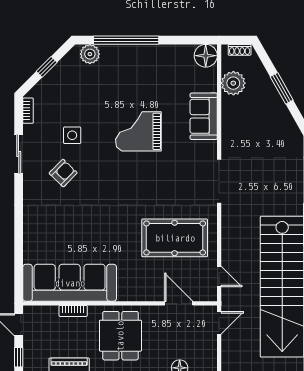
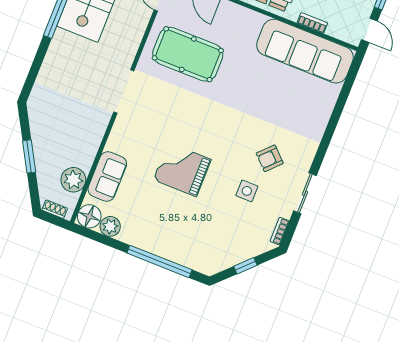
plant: (90, 54) -> (110, 226), moved
sofa: (204, 116) -> (107, 176), moved
grand piano: (138, 131) -> (182, 170), turned 180

